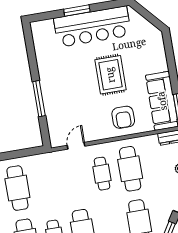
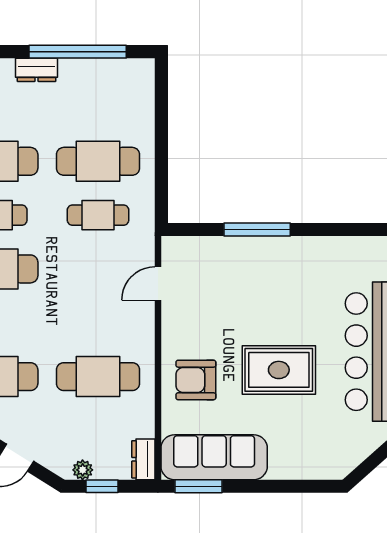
door: (76, 146) -> (158, 284), swing flipped
cafe table: (102, 174) -> (98, 215), moved

